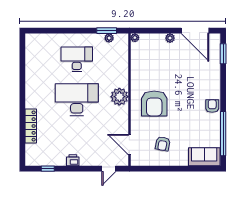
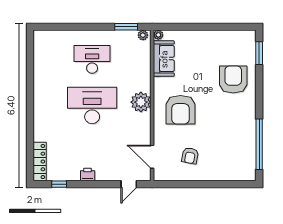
door: (195, 31) -> (227, 27), removed
plant: (109, 38) -> (143, 35), moved
plant: (170, 38) -> (199, 35), removed
armchair: (212, 106) -> (233, 79), moved, width x1.88, depth x1.88
locker: (31, 126) -> (40, 162), moved
sofa: (204, 157) -> (164, 59), moved, turned 90

